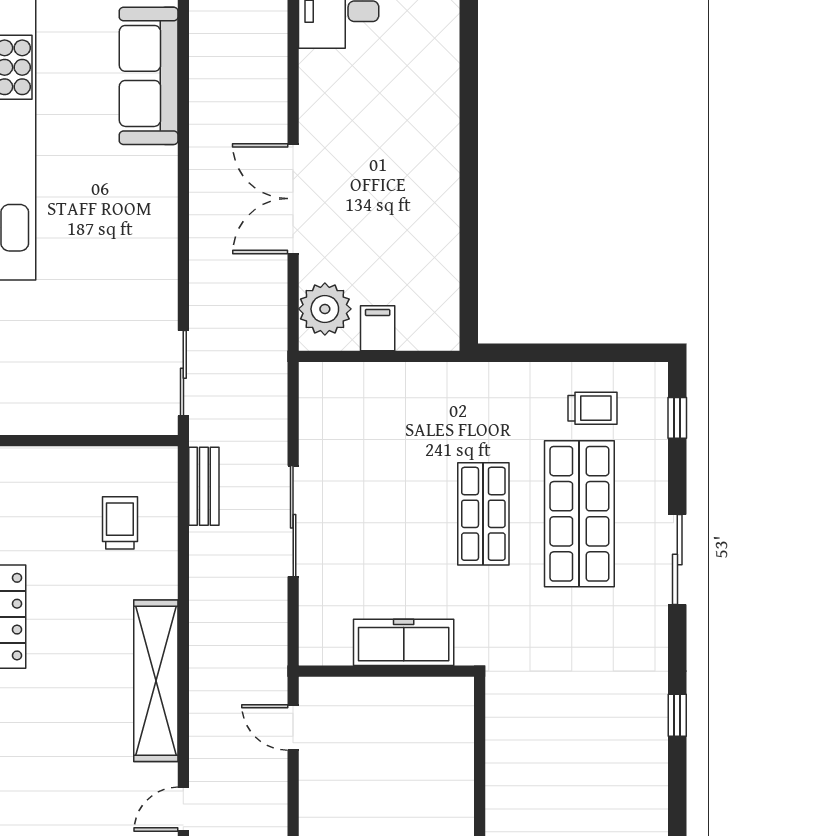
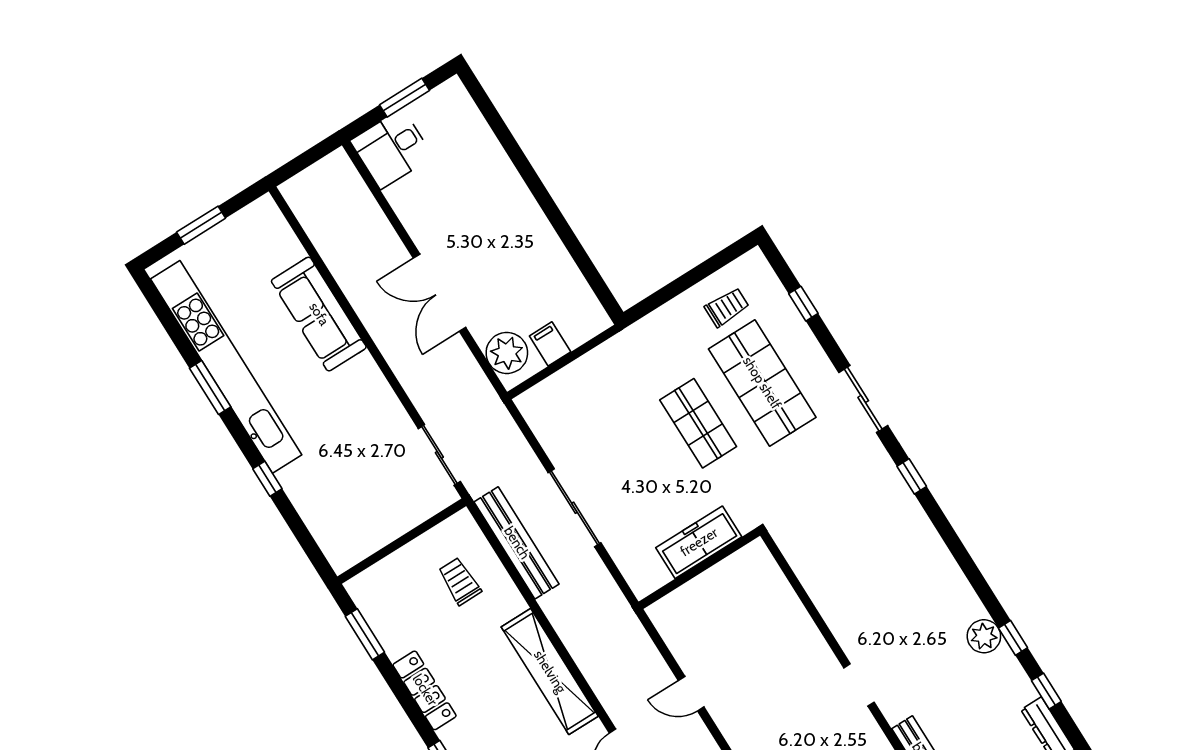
sofa: (149, 76) -> (319, 314), moved
window: (677, 418) -> (803, 304), moved
bench: (204, 486) -> (517, 543), width x1.86, depth x1.21
sliding door: (677, 559) -> (863, 399), moved
door: (293, 727) -> (691, 694), moved

